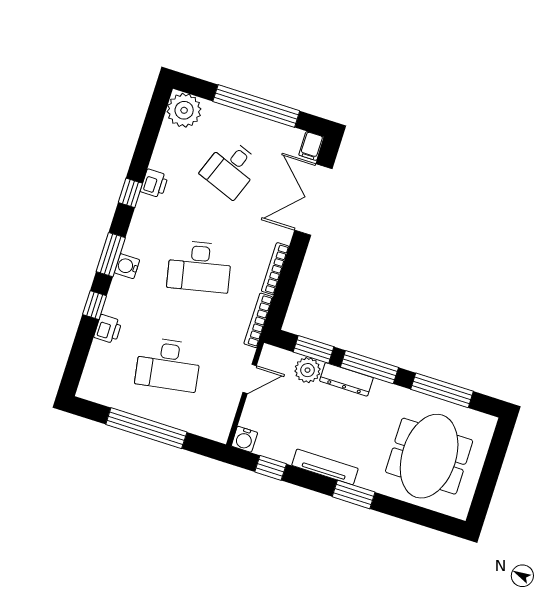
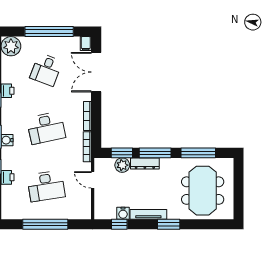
door: (250, 379) -> (93, 180), swing flipped
water cooler: (244, 439) -> (123, 213), moved

